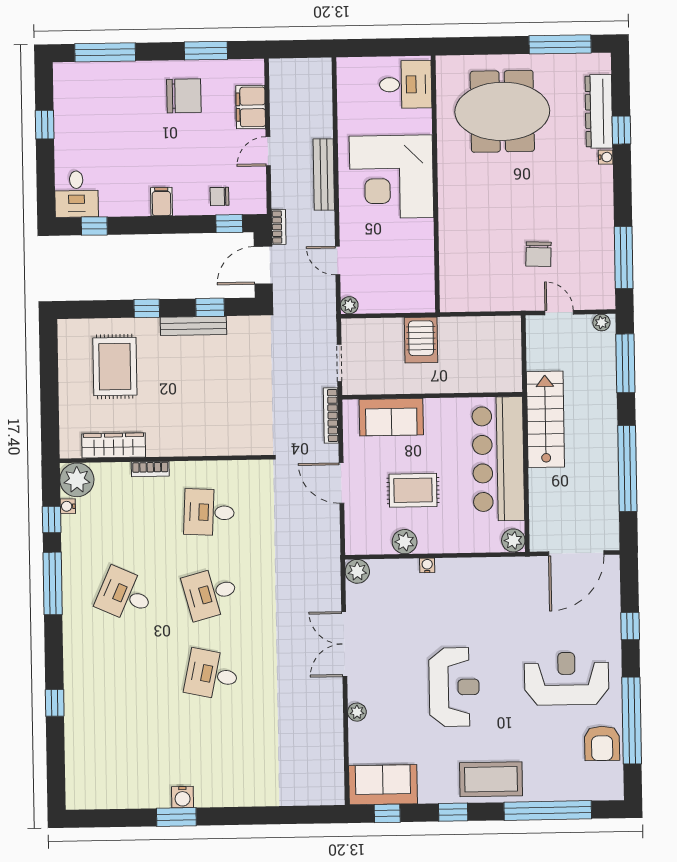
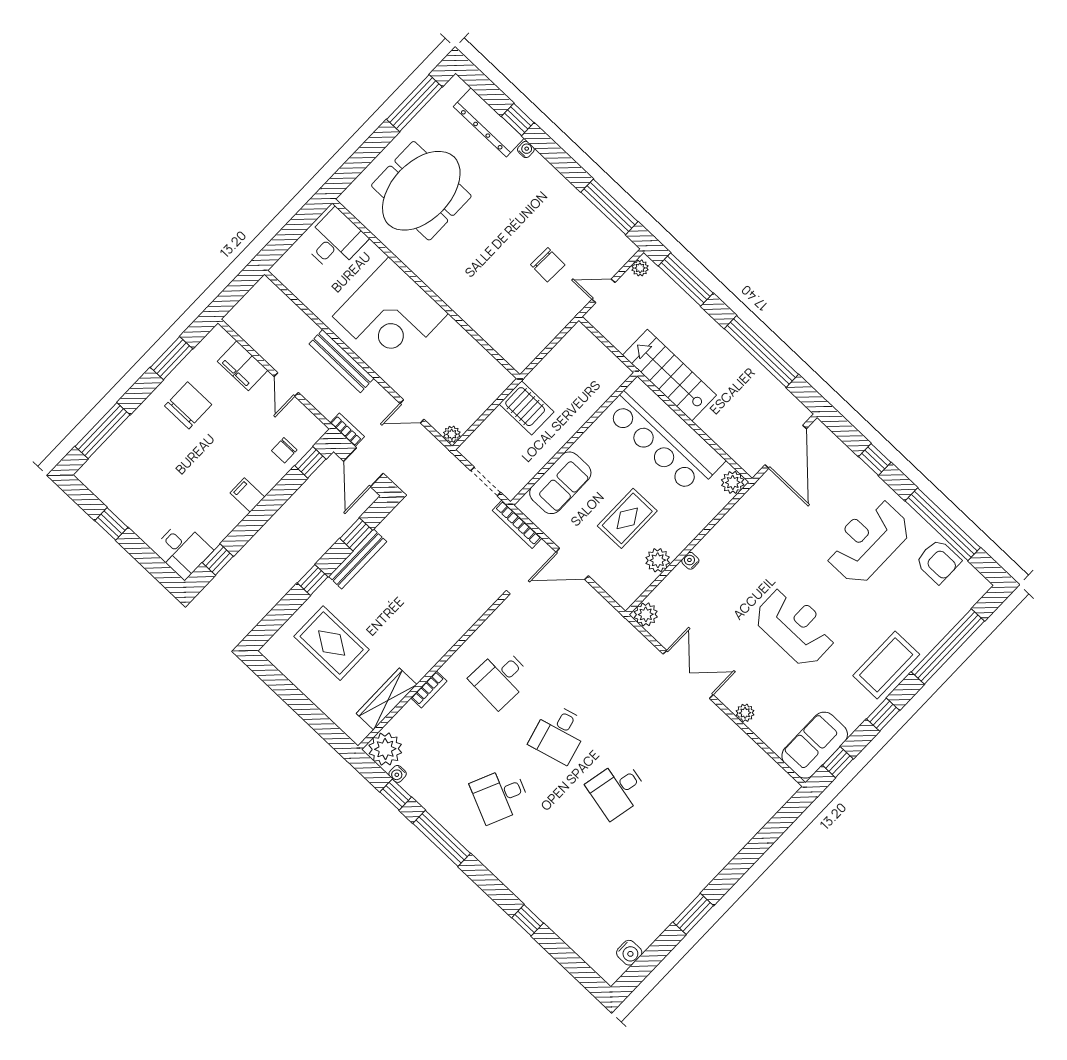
double door: (344, 644) -> (688, 674), swing flipped
water cooler: (183, 797) -> (629, 953), moved

